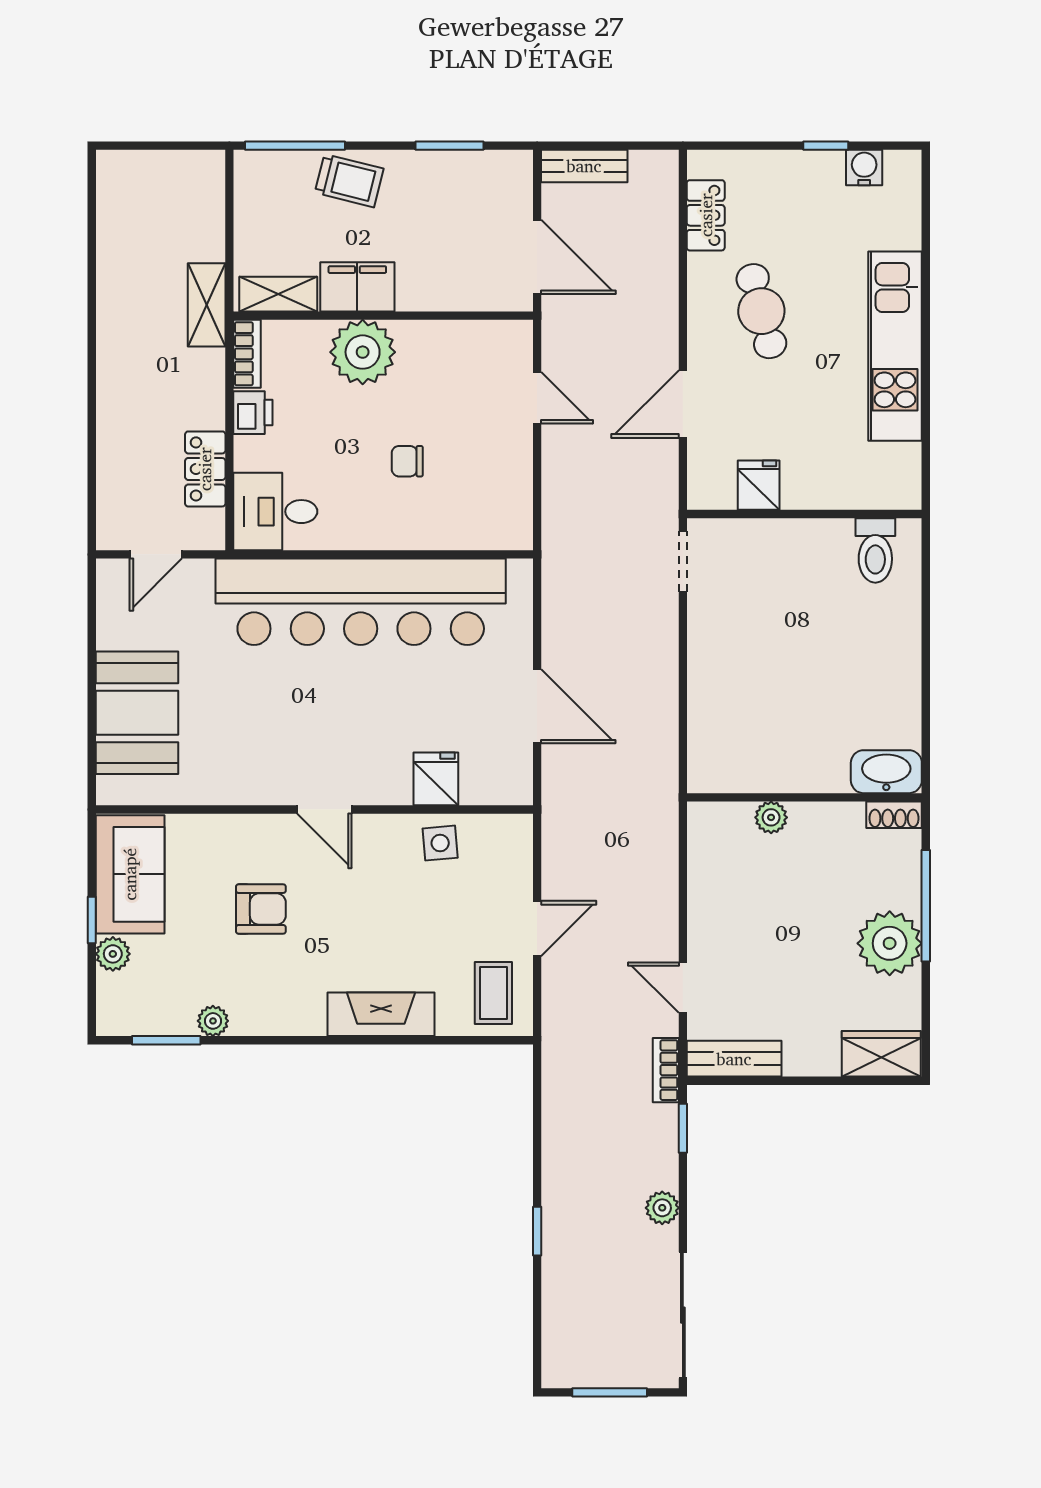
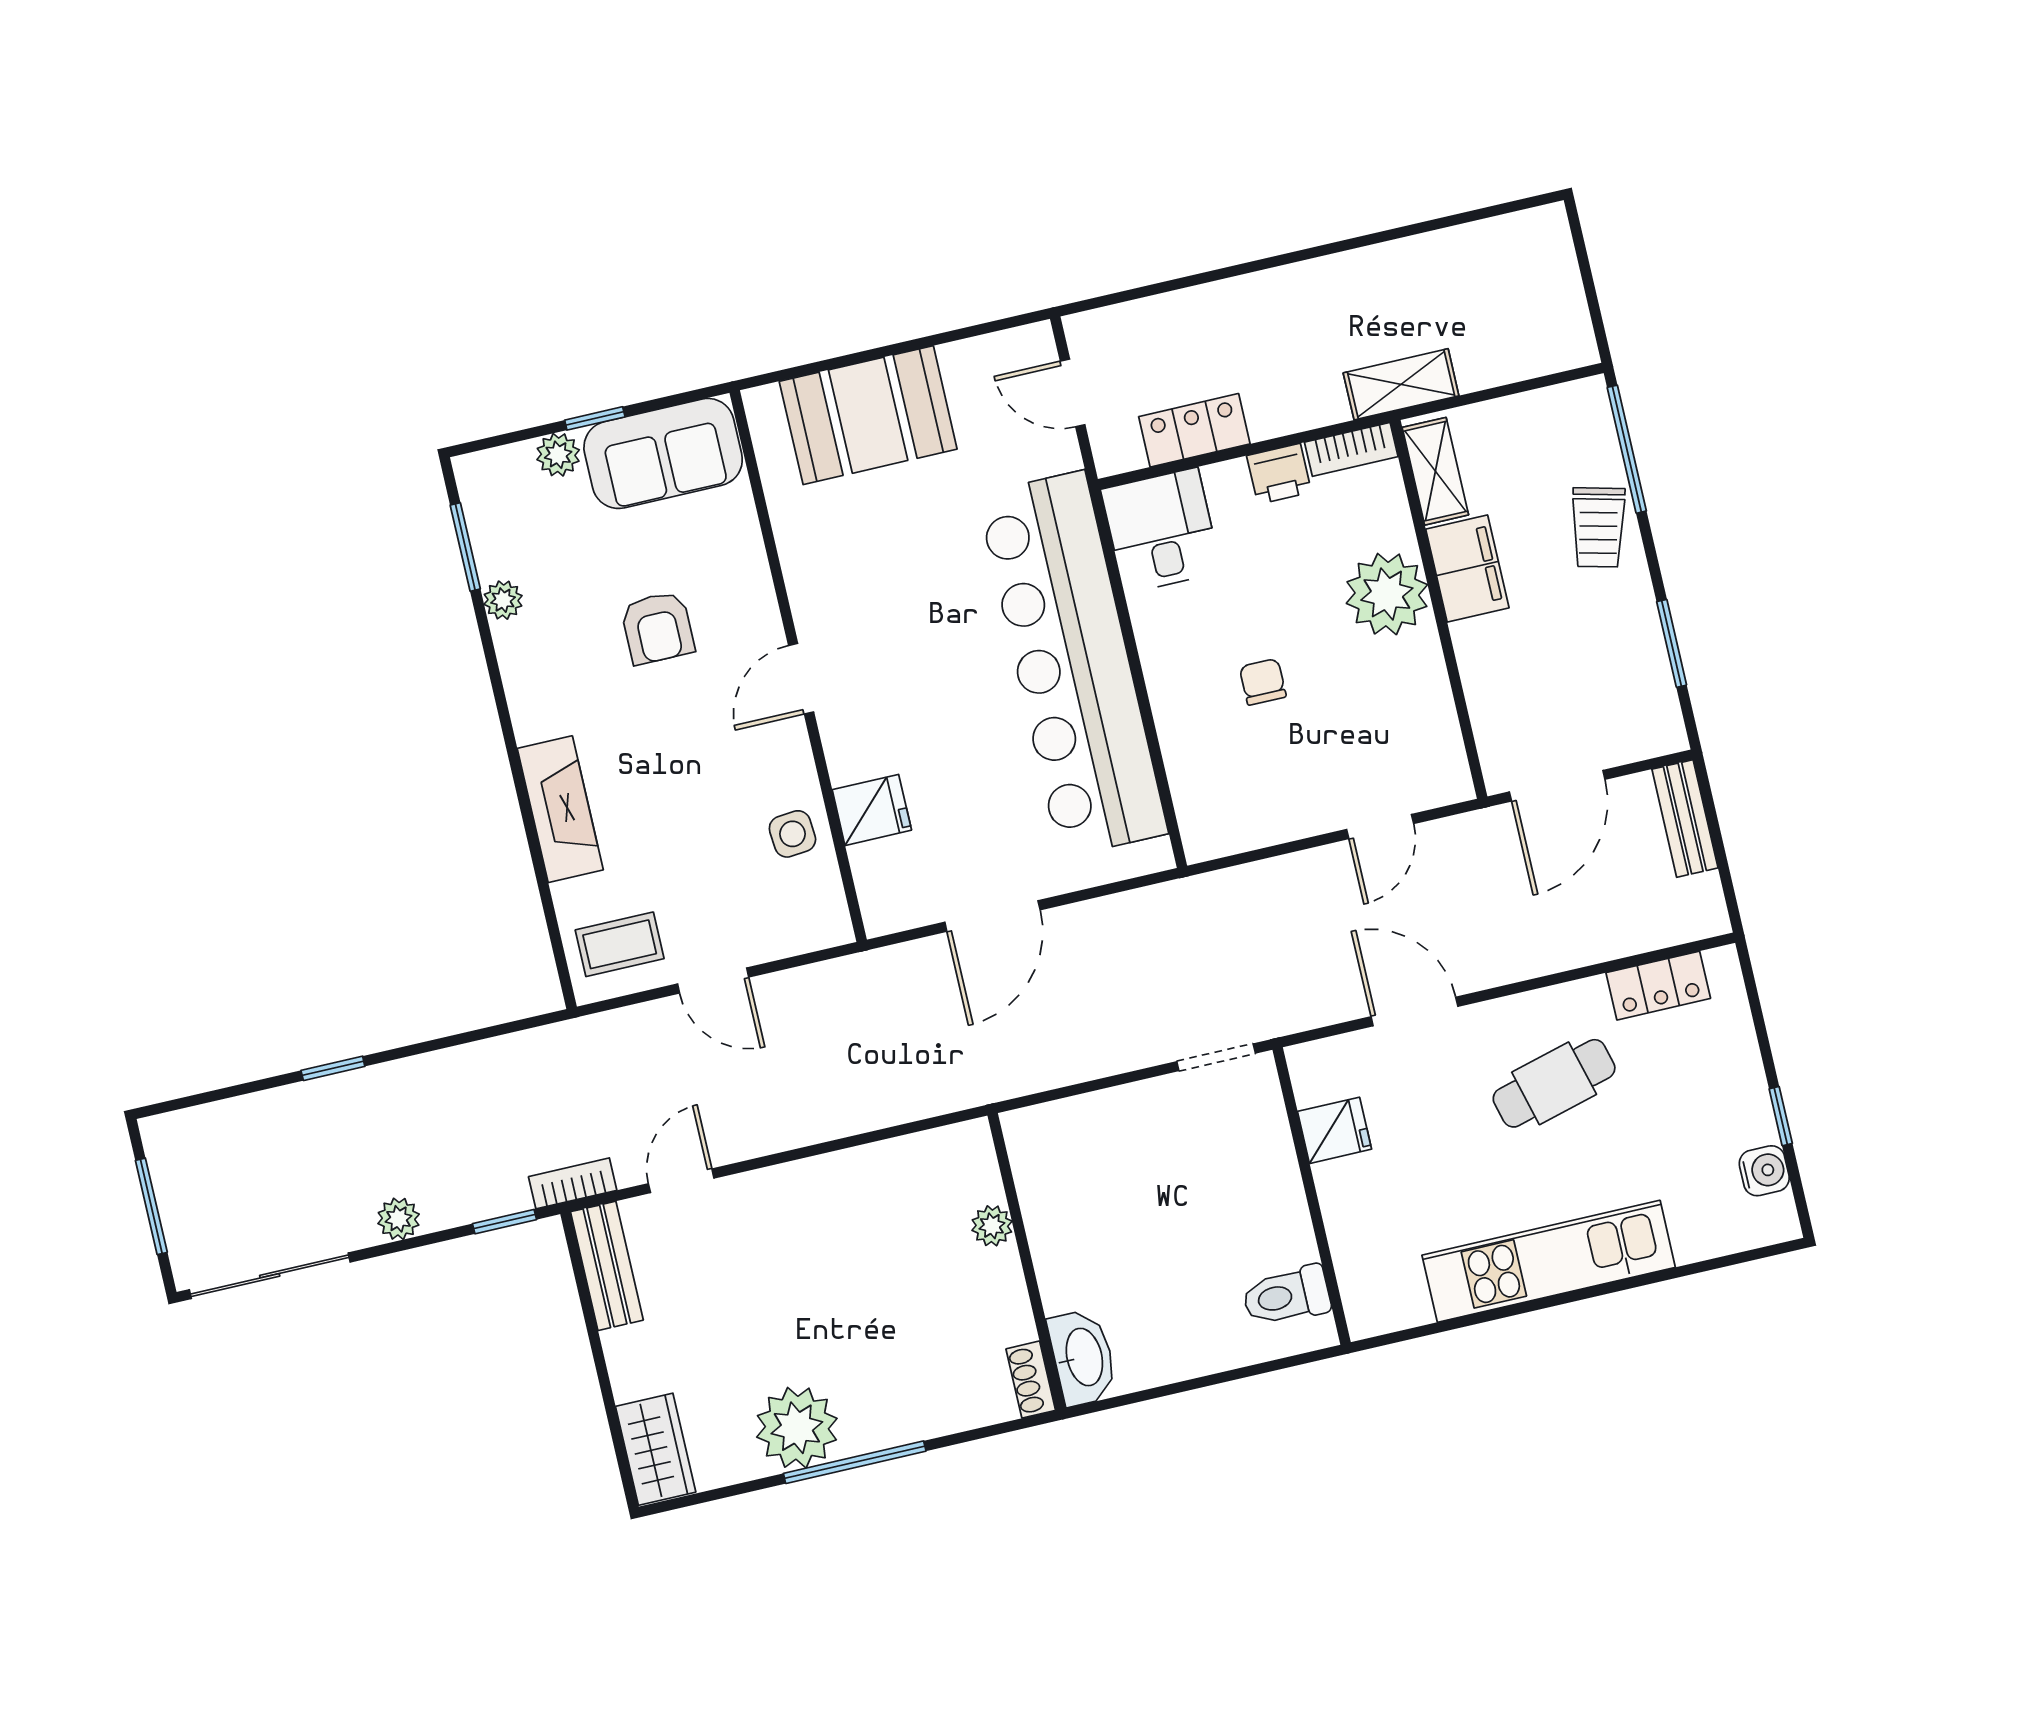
washbasin: (886, 772) -> (1083, 1357), moved
wall: (804, 797) -> (1027, 1262), moved
shoe rack: (894, 815) -> (1031, 1380), moved
plant: (771, 817) -> (992, 1226), moved

